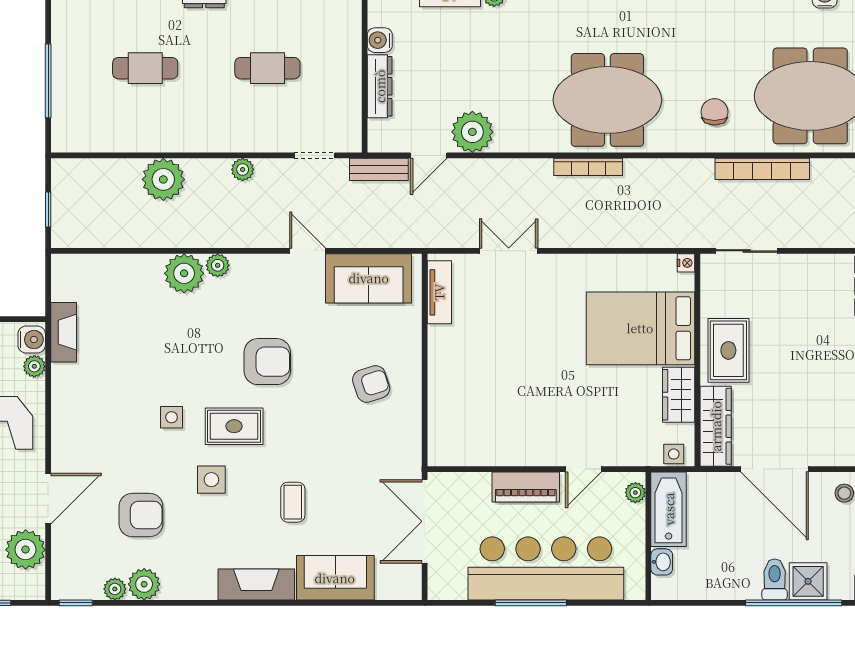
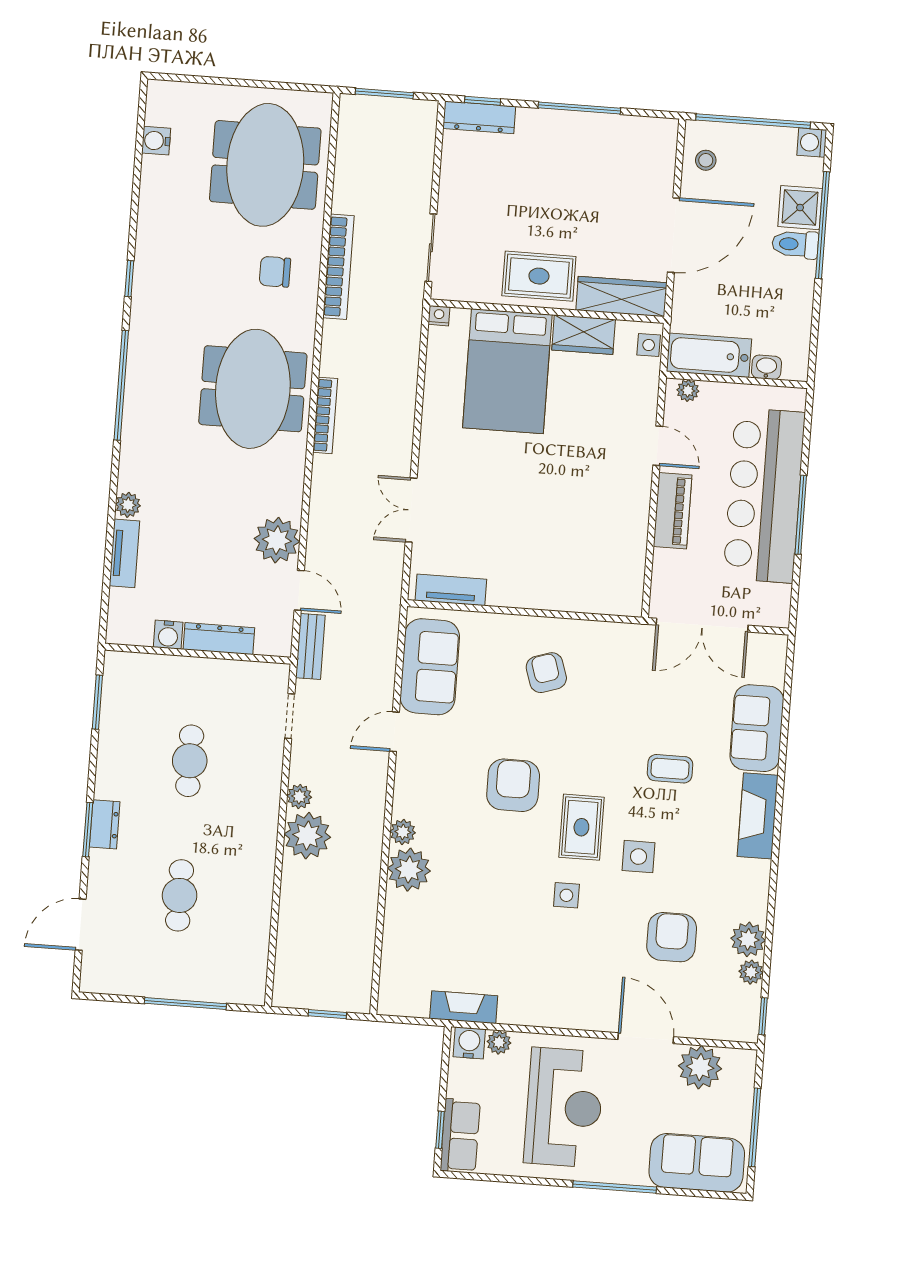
bookcase: (762, 169) -> (338, 267), moved
plant: (163, 179) -> (307, 836), moved

